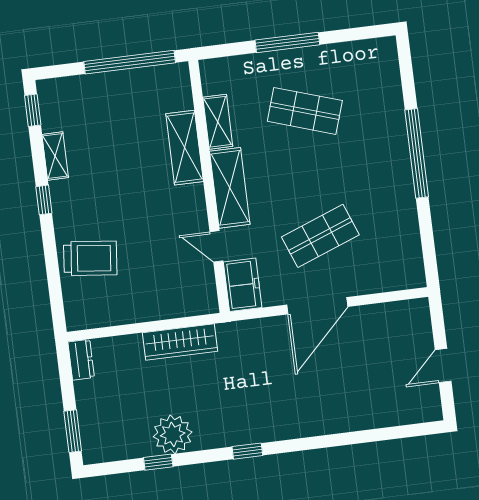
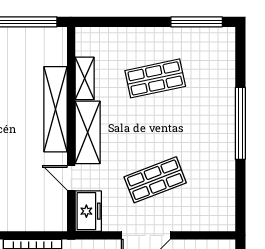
window: (287, 42) -> (197, 22), moved
shop shelf: (305, 111) -> (155, 78), turned -30
shelving: (185, 148) -> (55, 109), width x1.47

